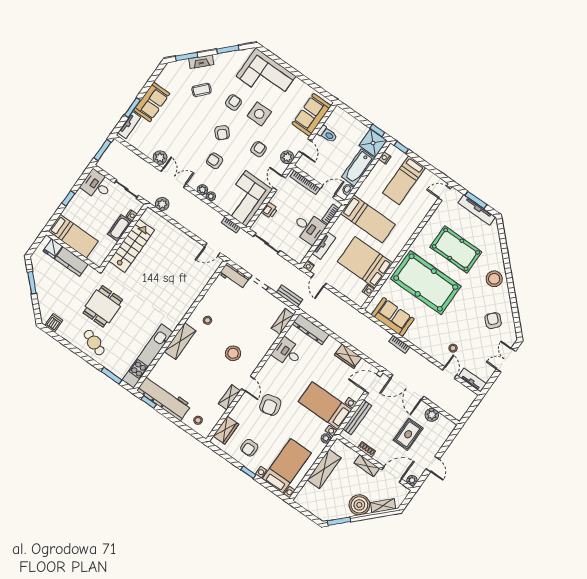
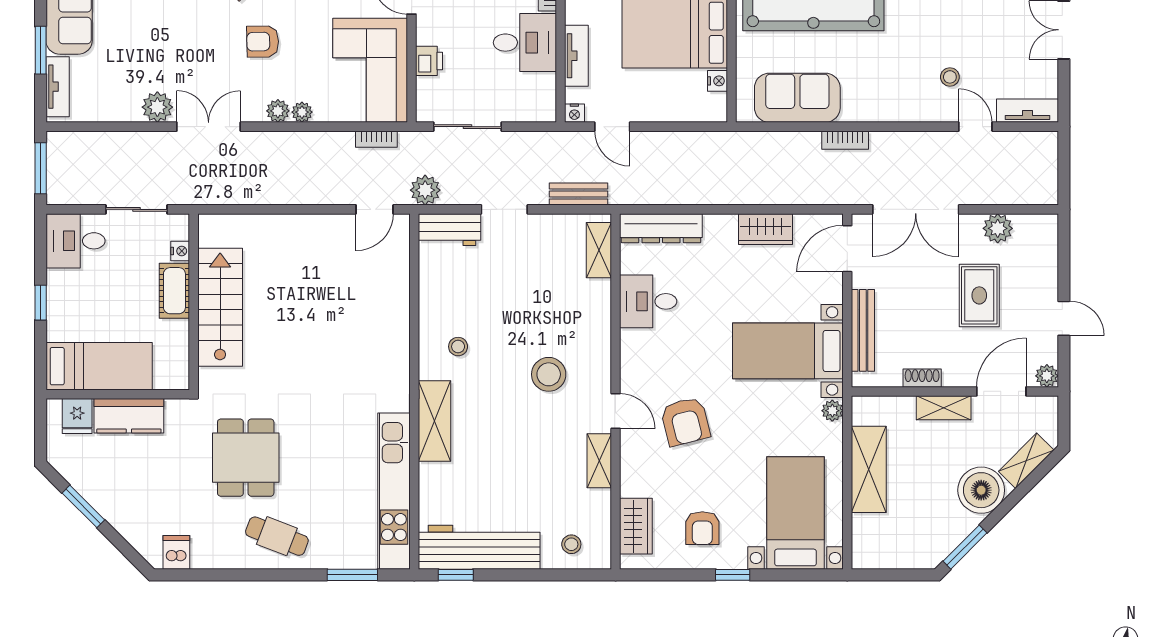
plant: (162, 204) -> (425, 190), moved

